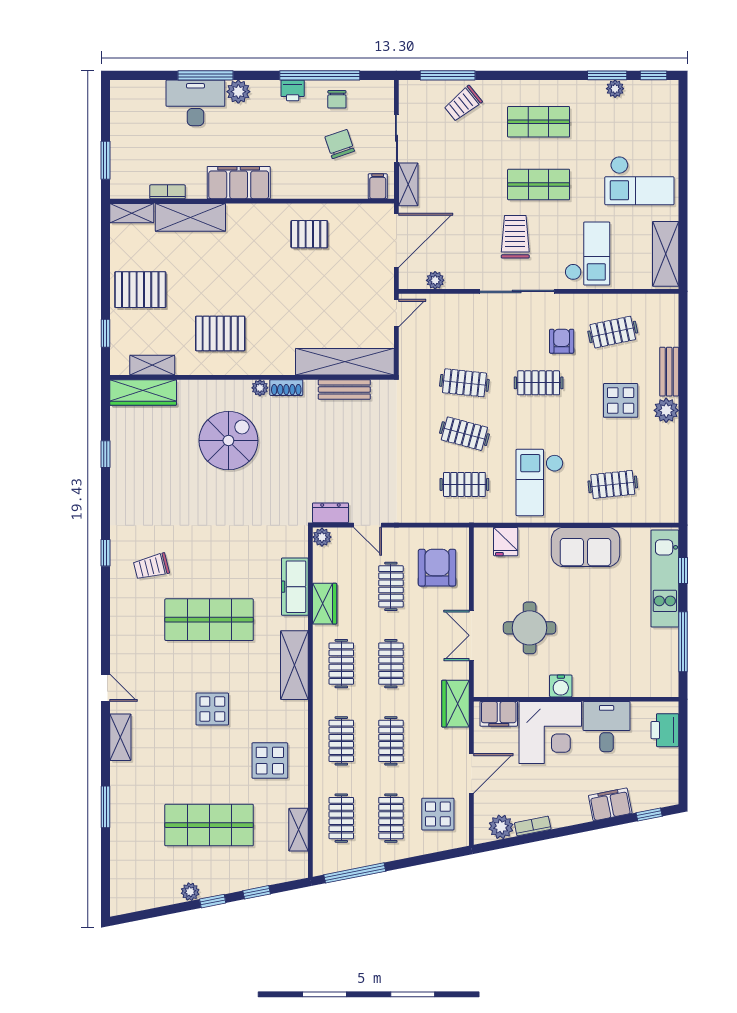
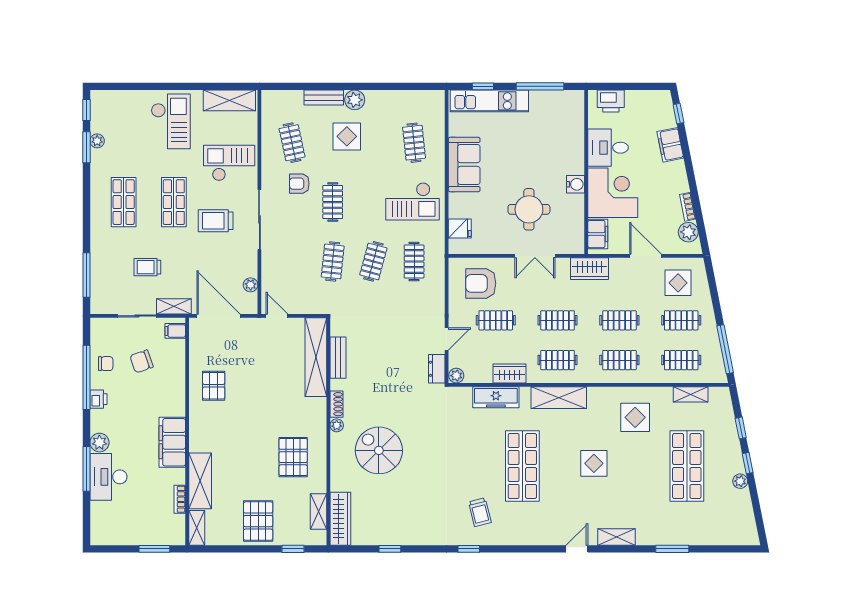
trolley: (463, 104) -> (147, 267), moved, turned 129

